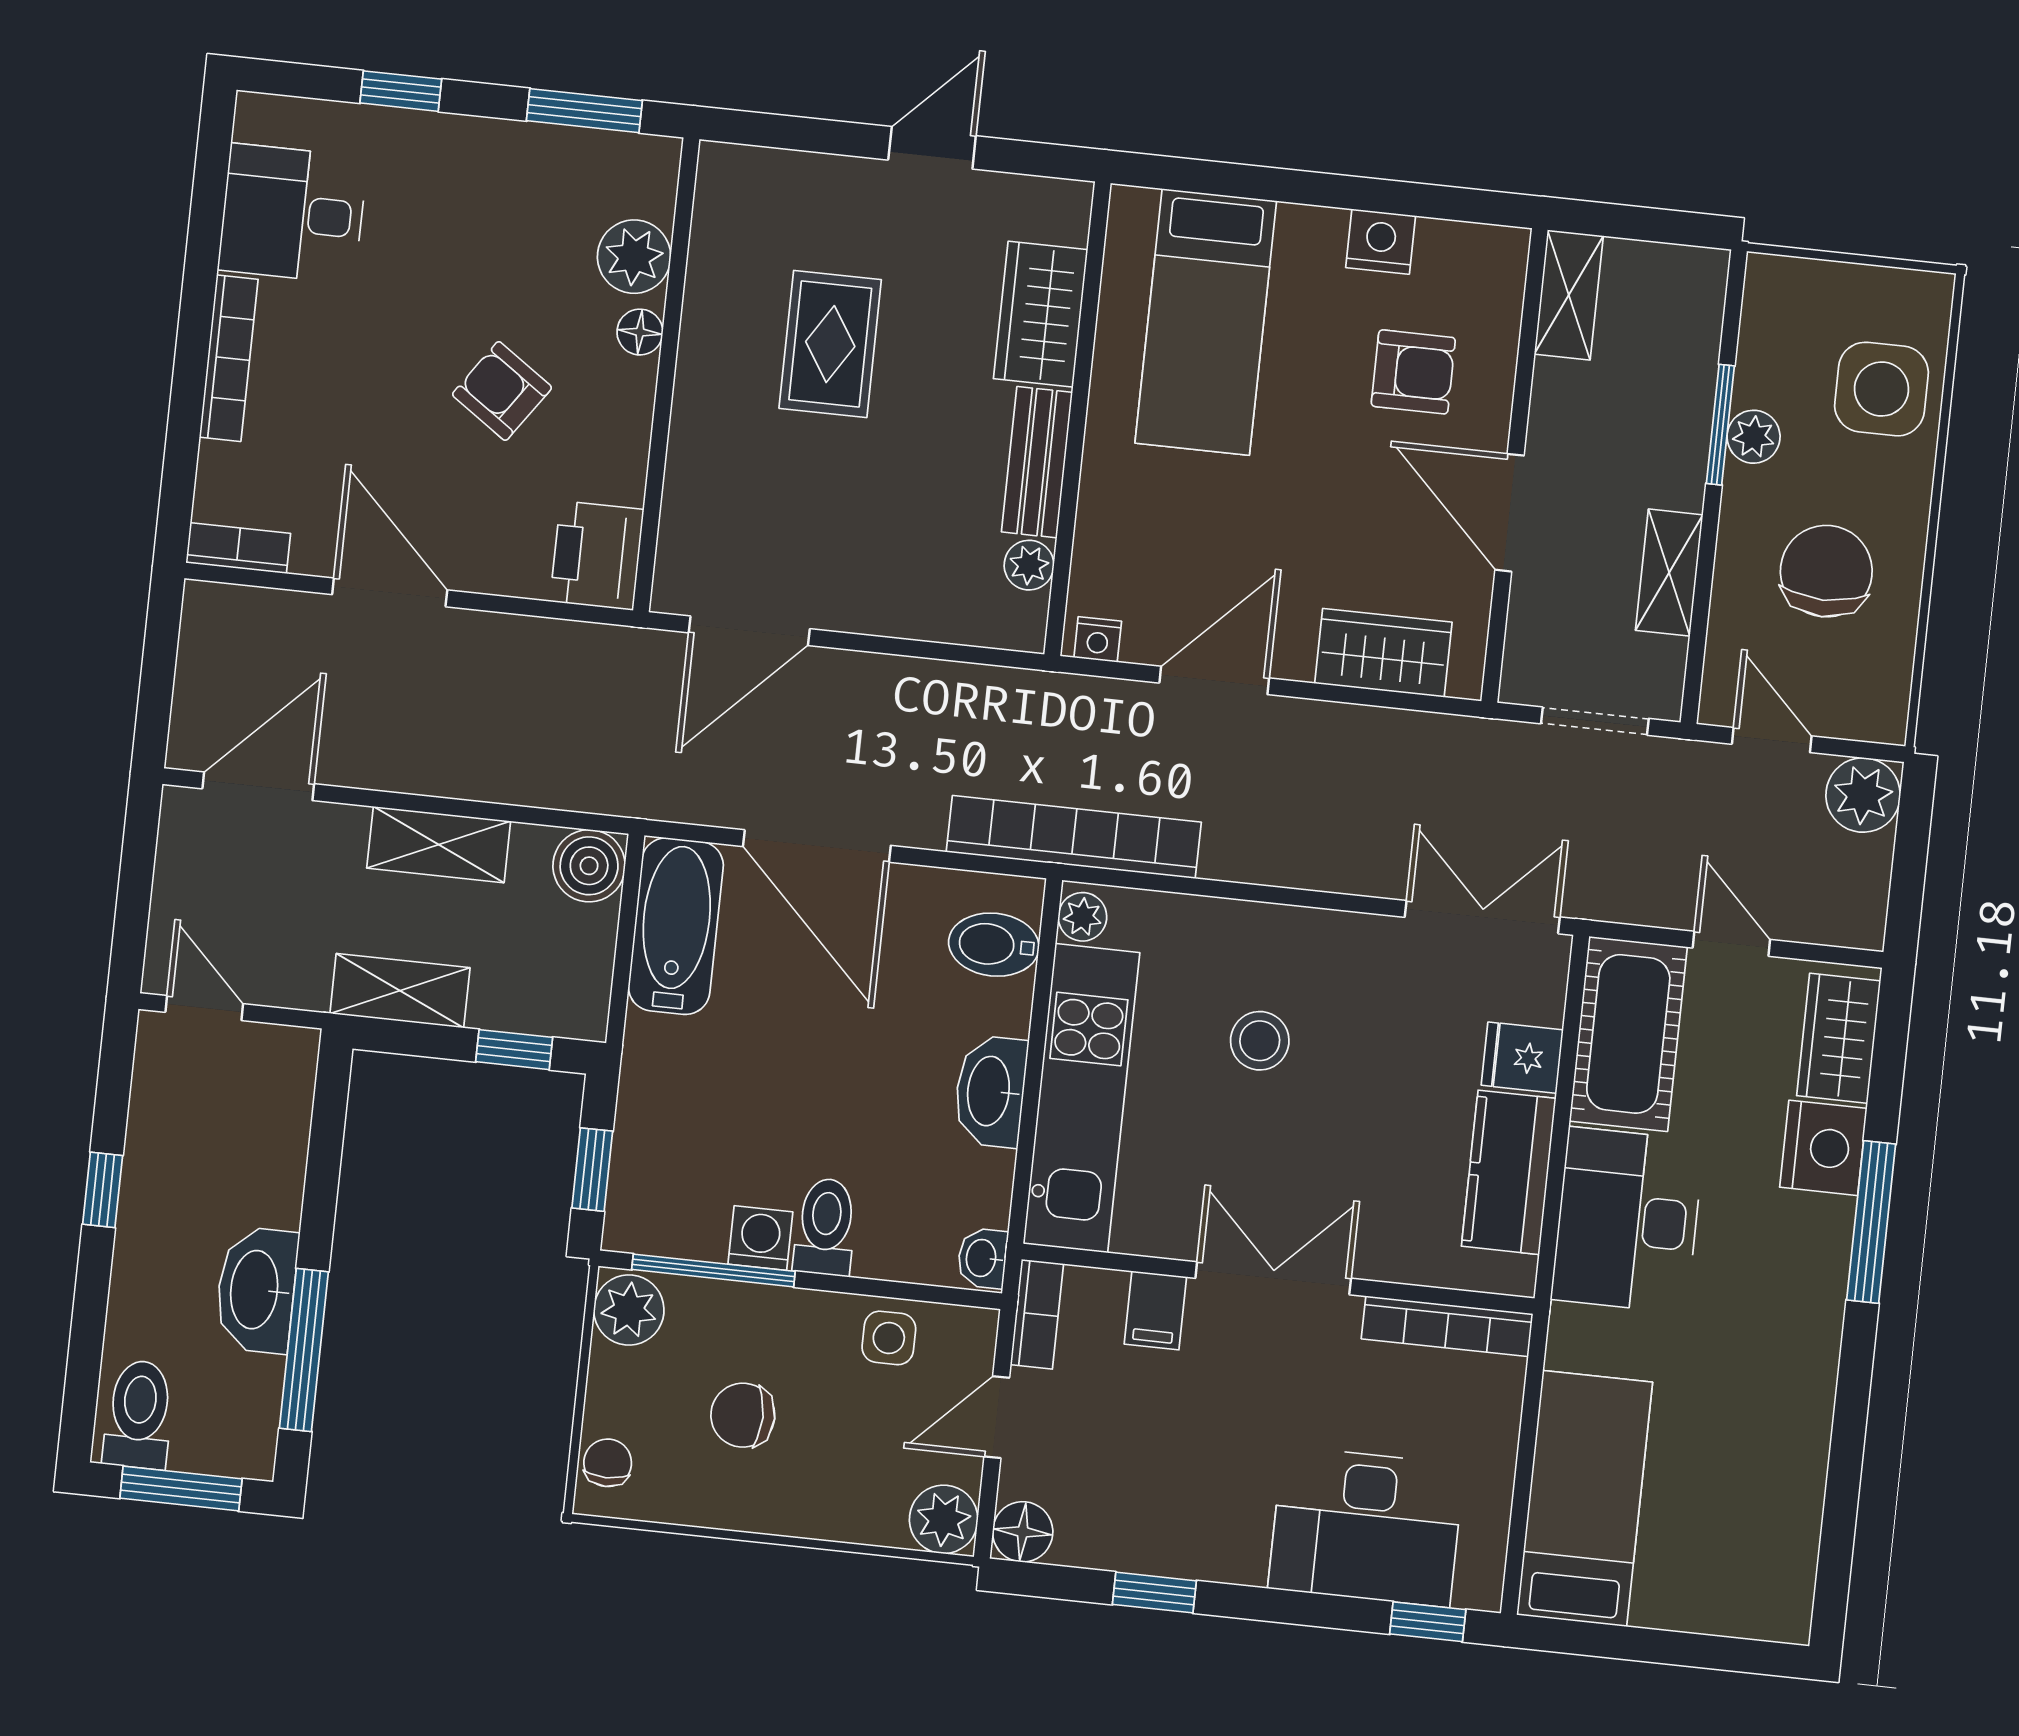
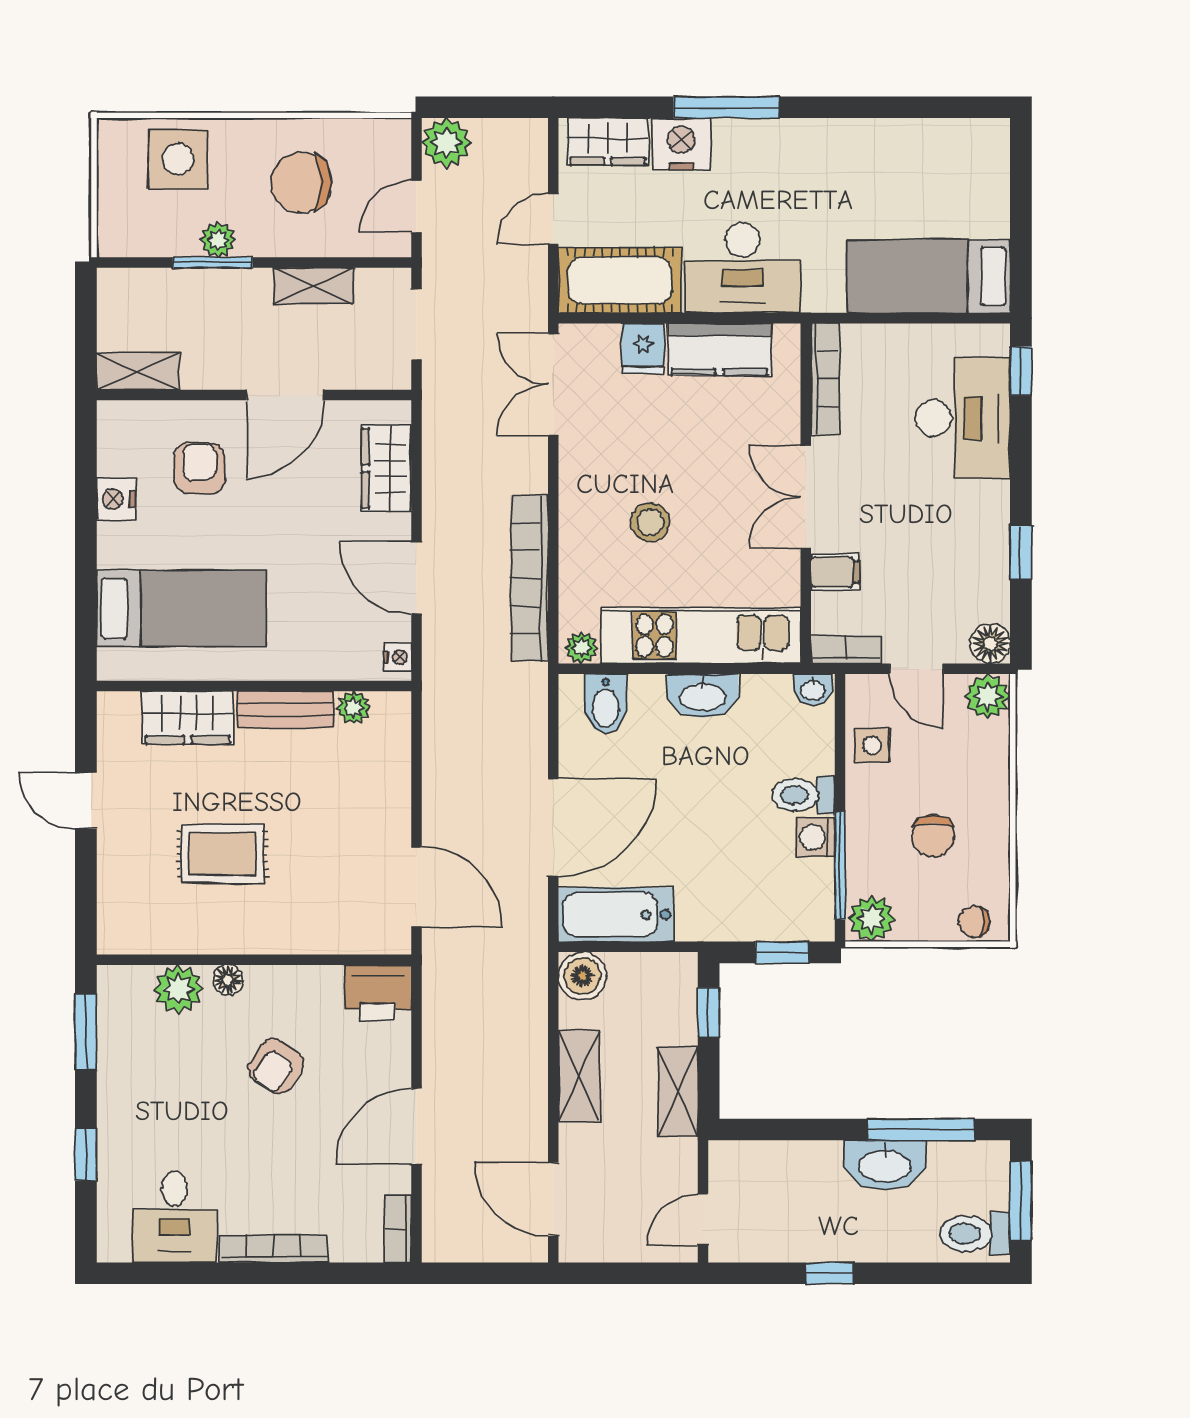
bookcase: (1074, 837) -> (529, 578), moved

